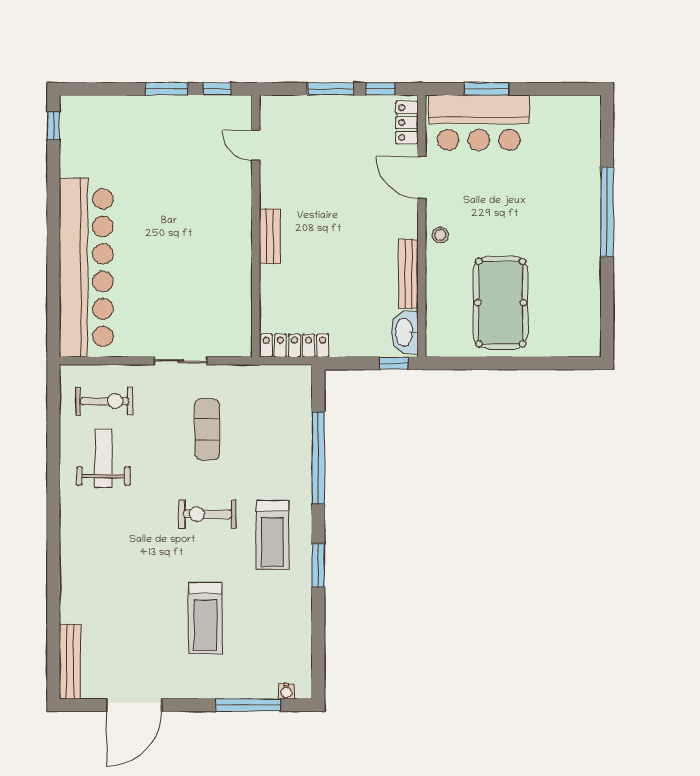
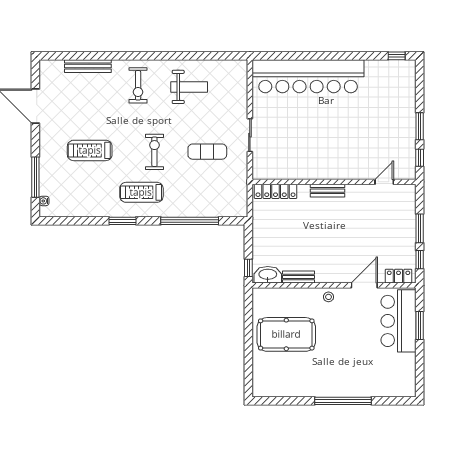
bench: (408, 274) -> (299, 277), width x0.73
locker: (294, 346) -> (276, 191), moved, turned 90
exercise bike: (104, 401) -> (138, 85), moved
bench: (70, 662) -> (88, 66), moved

